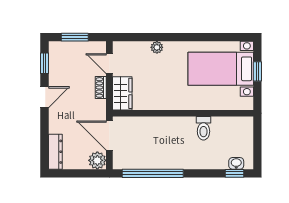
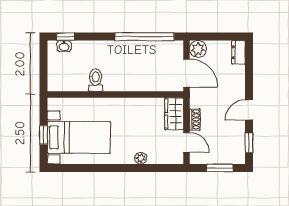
dresser: (55, 152) -> (239, 52), width x0.70

